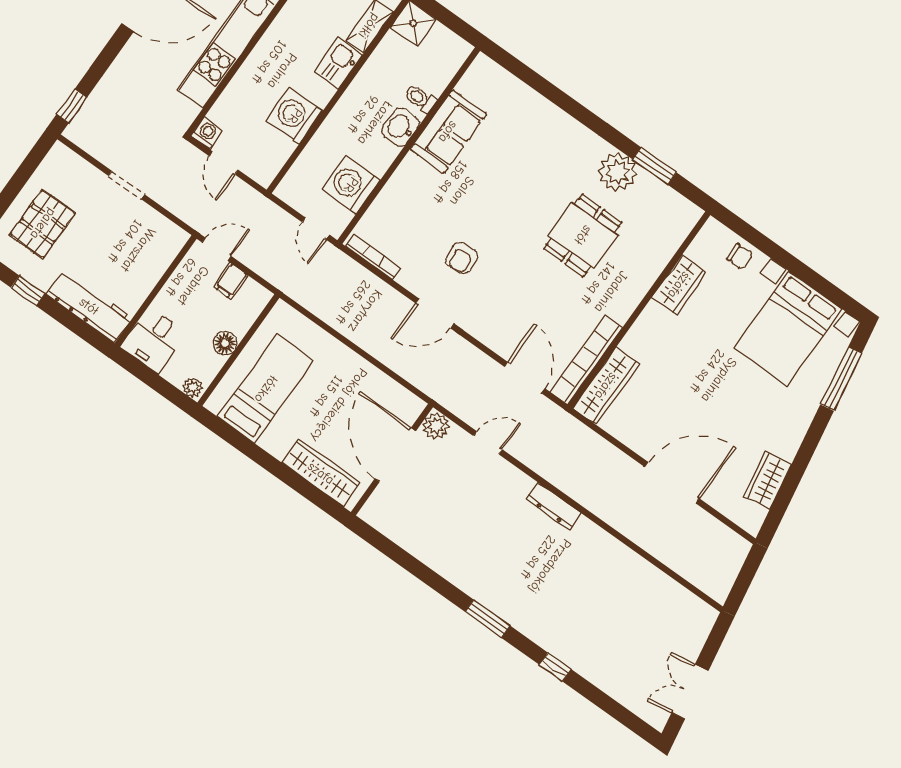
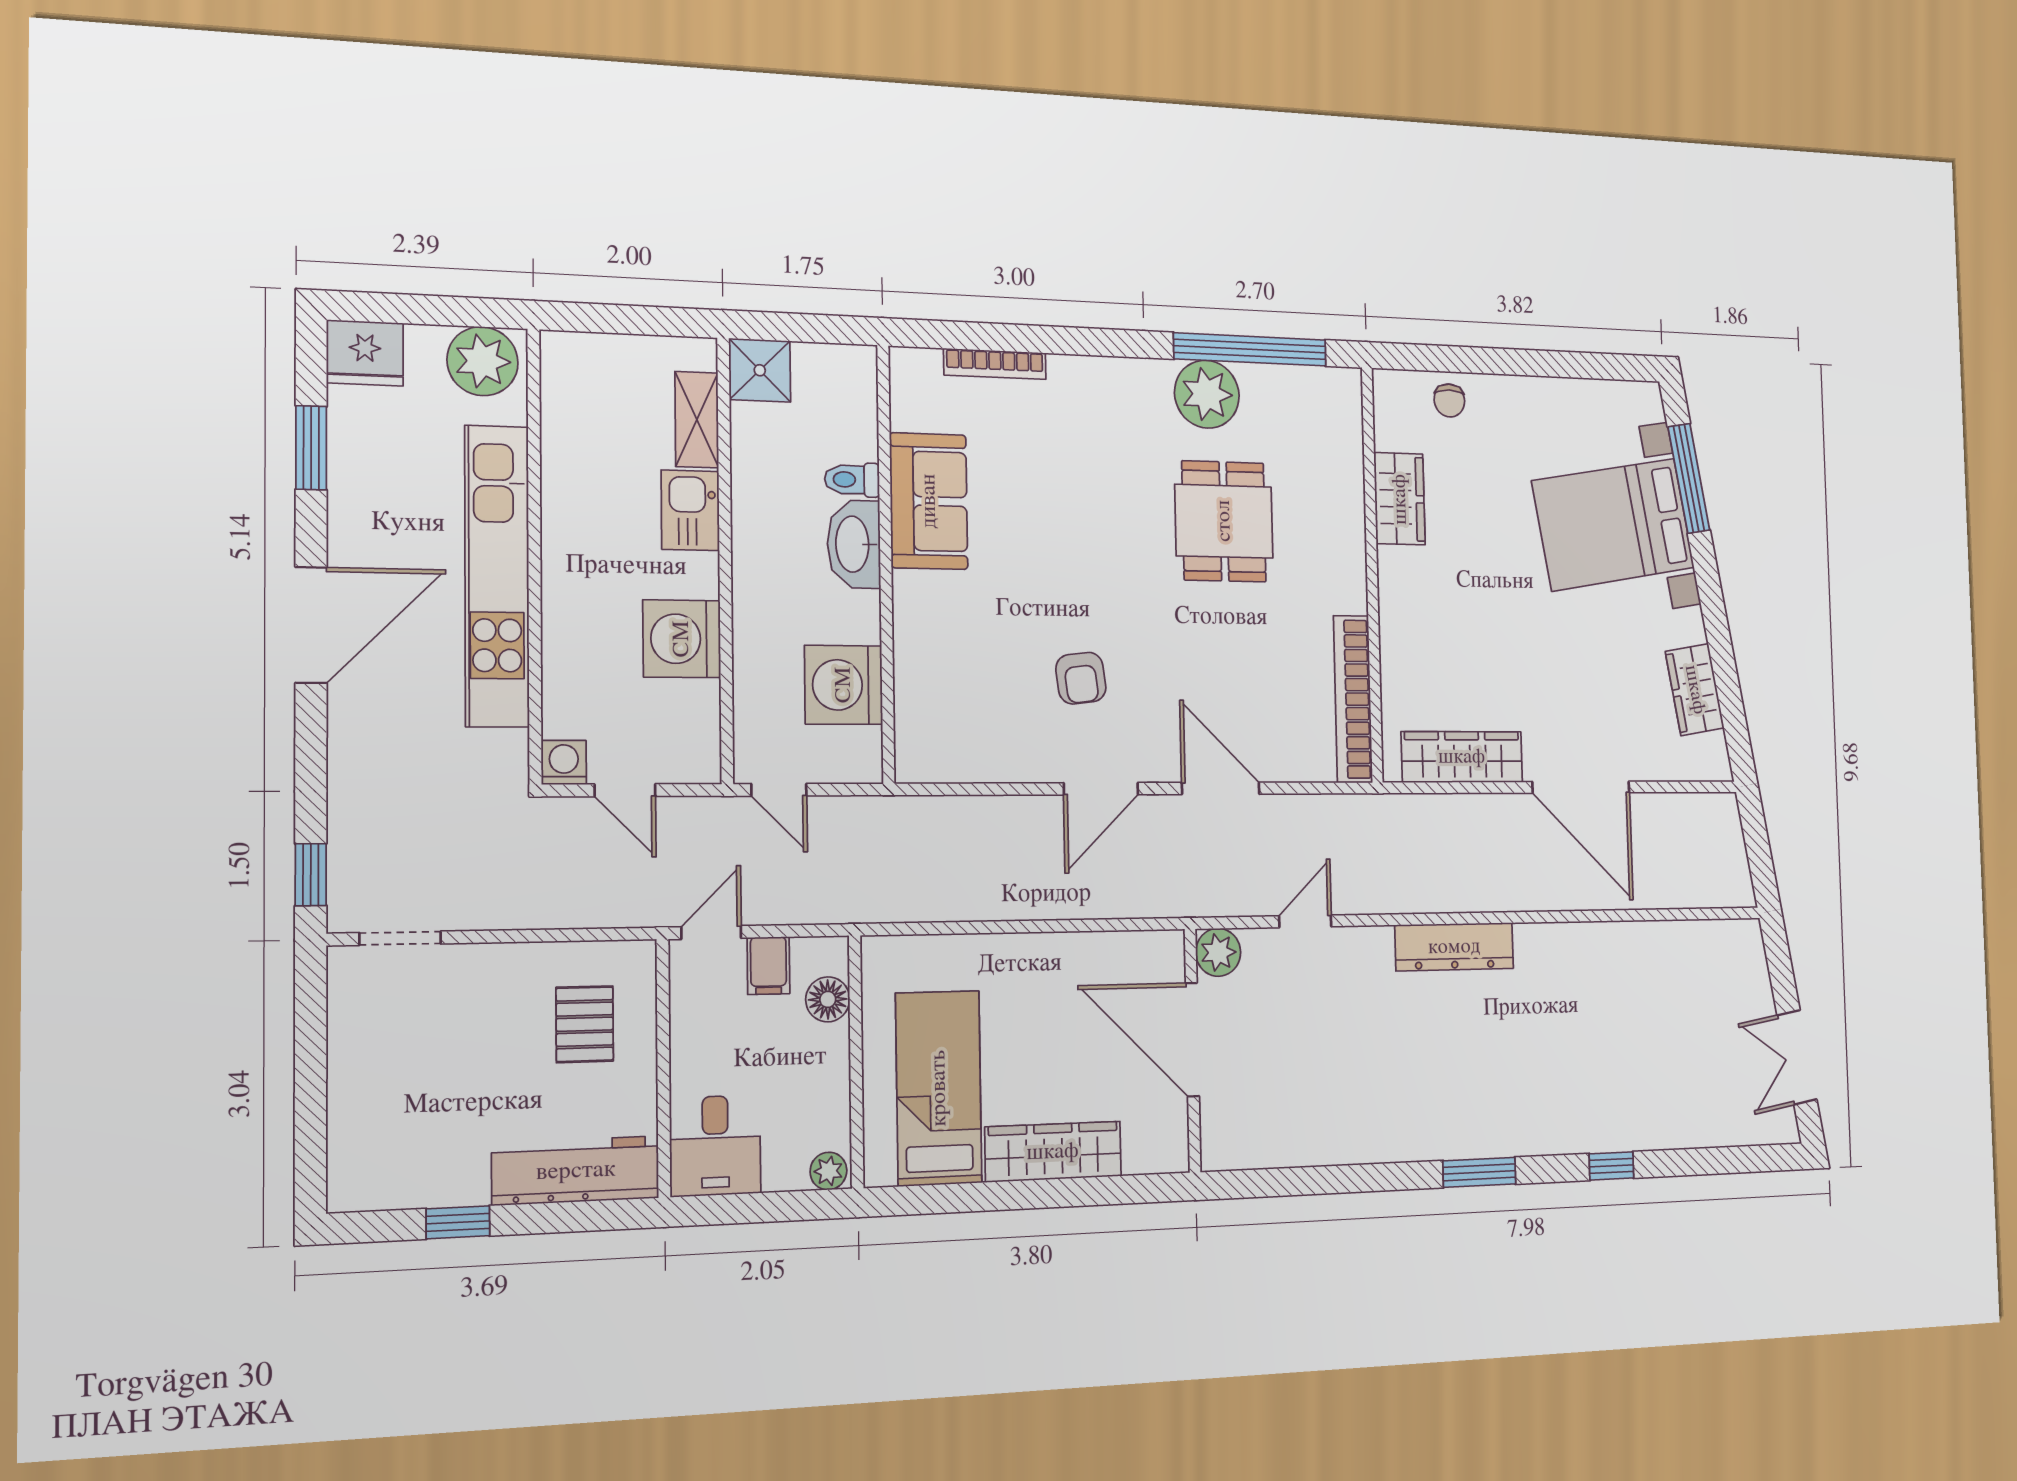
washbasin: (400, 127) -> (854, 544), width x1.38
window: (654, 166) -> (1250, 349), width x2.11
doorway: (127, 185) -> (400, 938), moved
pallet: (43, 224) -> (585, 1024), moved, width x0.67, depth x0.71
door: (316, 228) -> (779, 790), moved
bookcase: (373, 257) -> (995, 364), moved, turned 180
chair: (740, 257) -> (1449, 400), turned 90
bed with nightstands: (788, 329) -> (1613, 524), moved, turned 80
floor lamp: (225, 343) -> (828, 999), moved
door: (525, 378) -> (1221, 788), moved
wardrobe: (606, 386) -> (1462, 757), moved, turned -90
wardrobe: (321, 473) -> (1053, 1152), moved
door: (672, 483) -> (1581, 787), swing flipped
dresser: (554, 506) -> (1454, 947), width x1.37, depth x1.24

